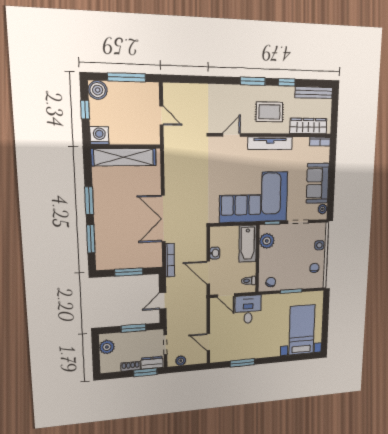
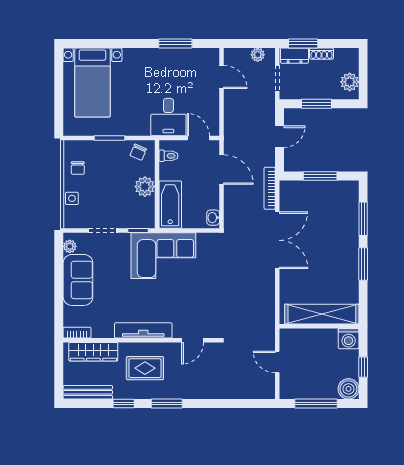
corner sofa: (254, 197) -> (163, 256), width x0.73, depth x0.74
plant: (267, 241) -> (145, 187), moved
washbasin: (215, 253) -> (213, 218), moved

